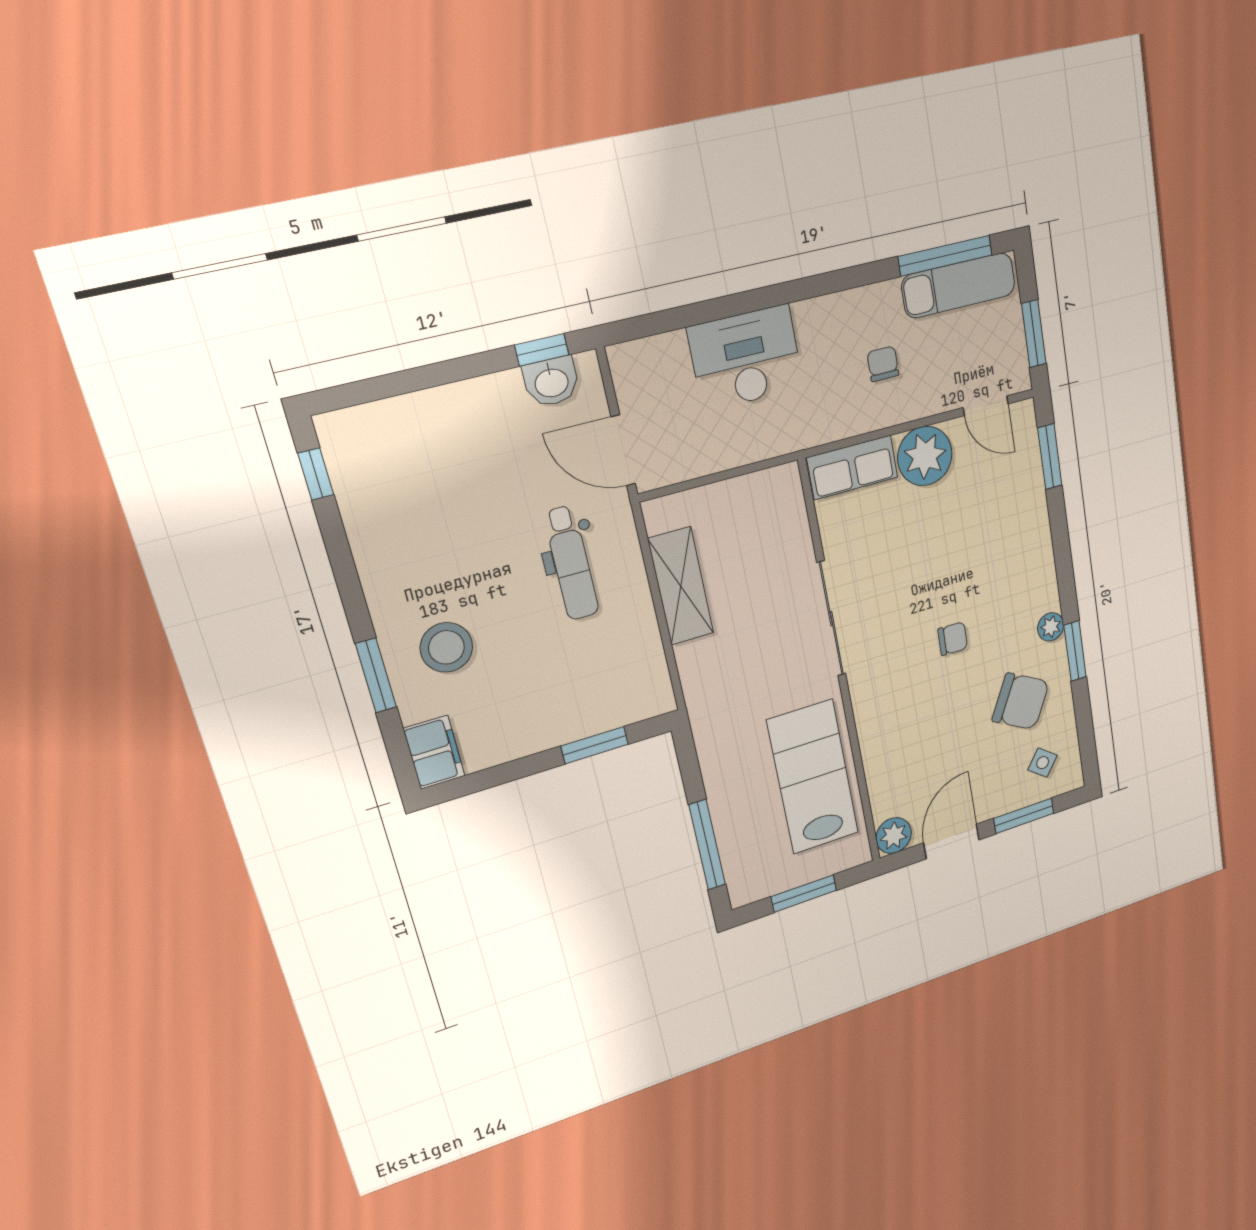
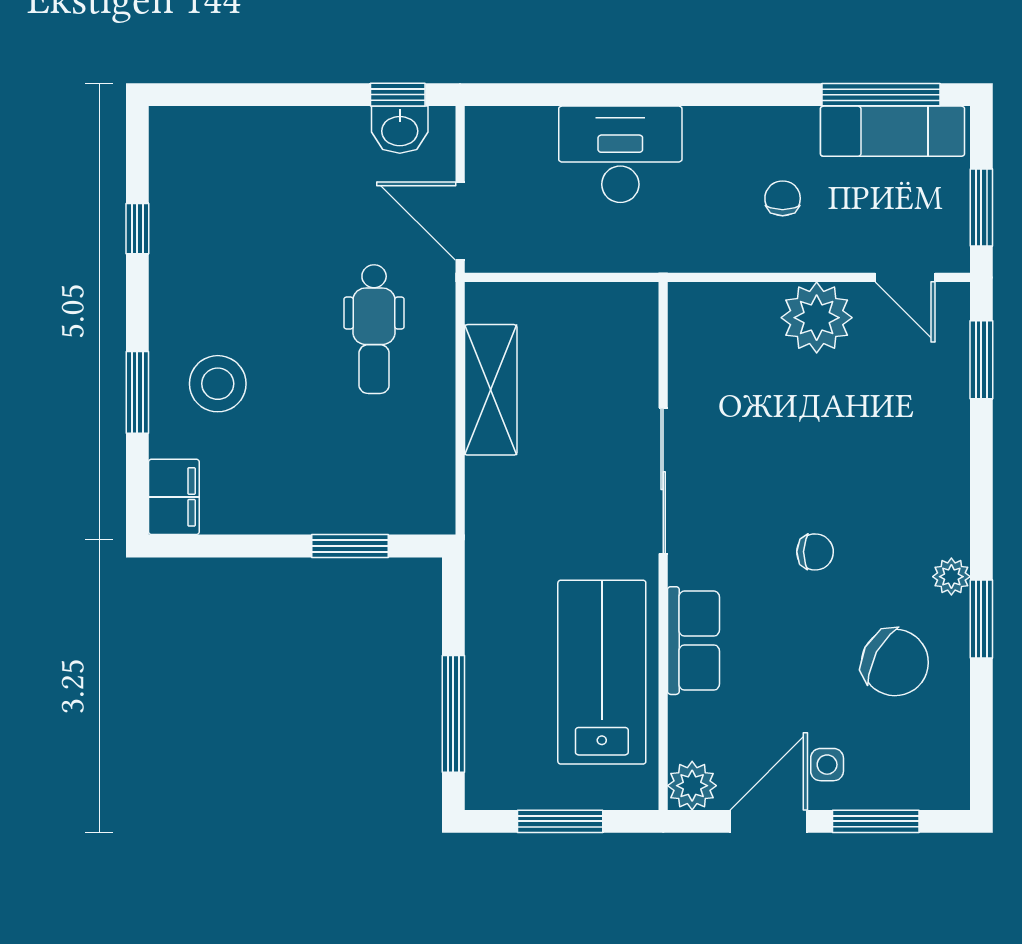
row of seats: (853, 467) -> (694, 641), moved, turned -90
window: (316, 474) -> (137, 229), moved
side table: (1043, 763) -> (827, 765), moved, turned -37

